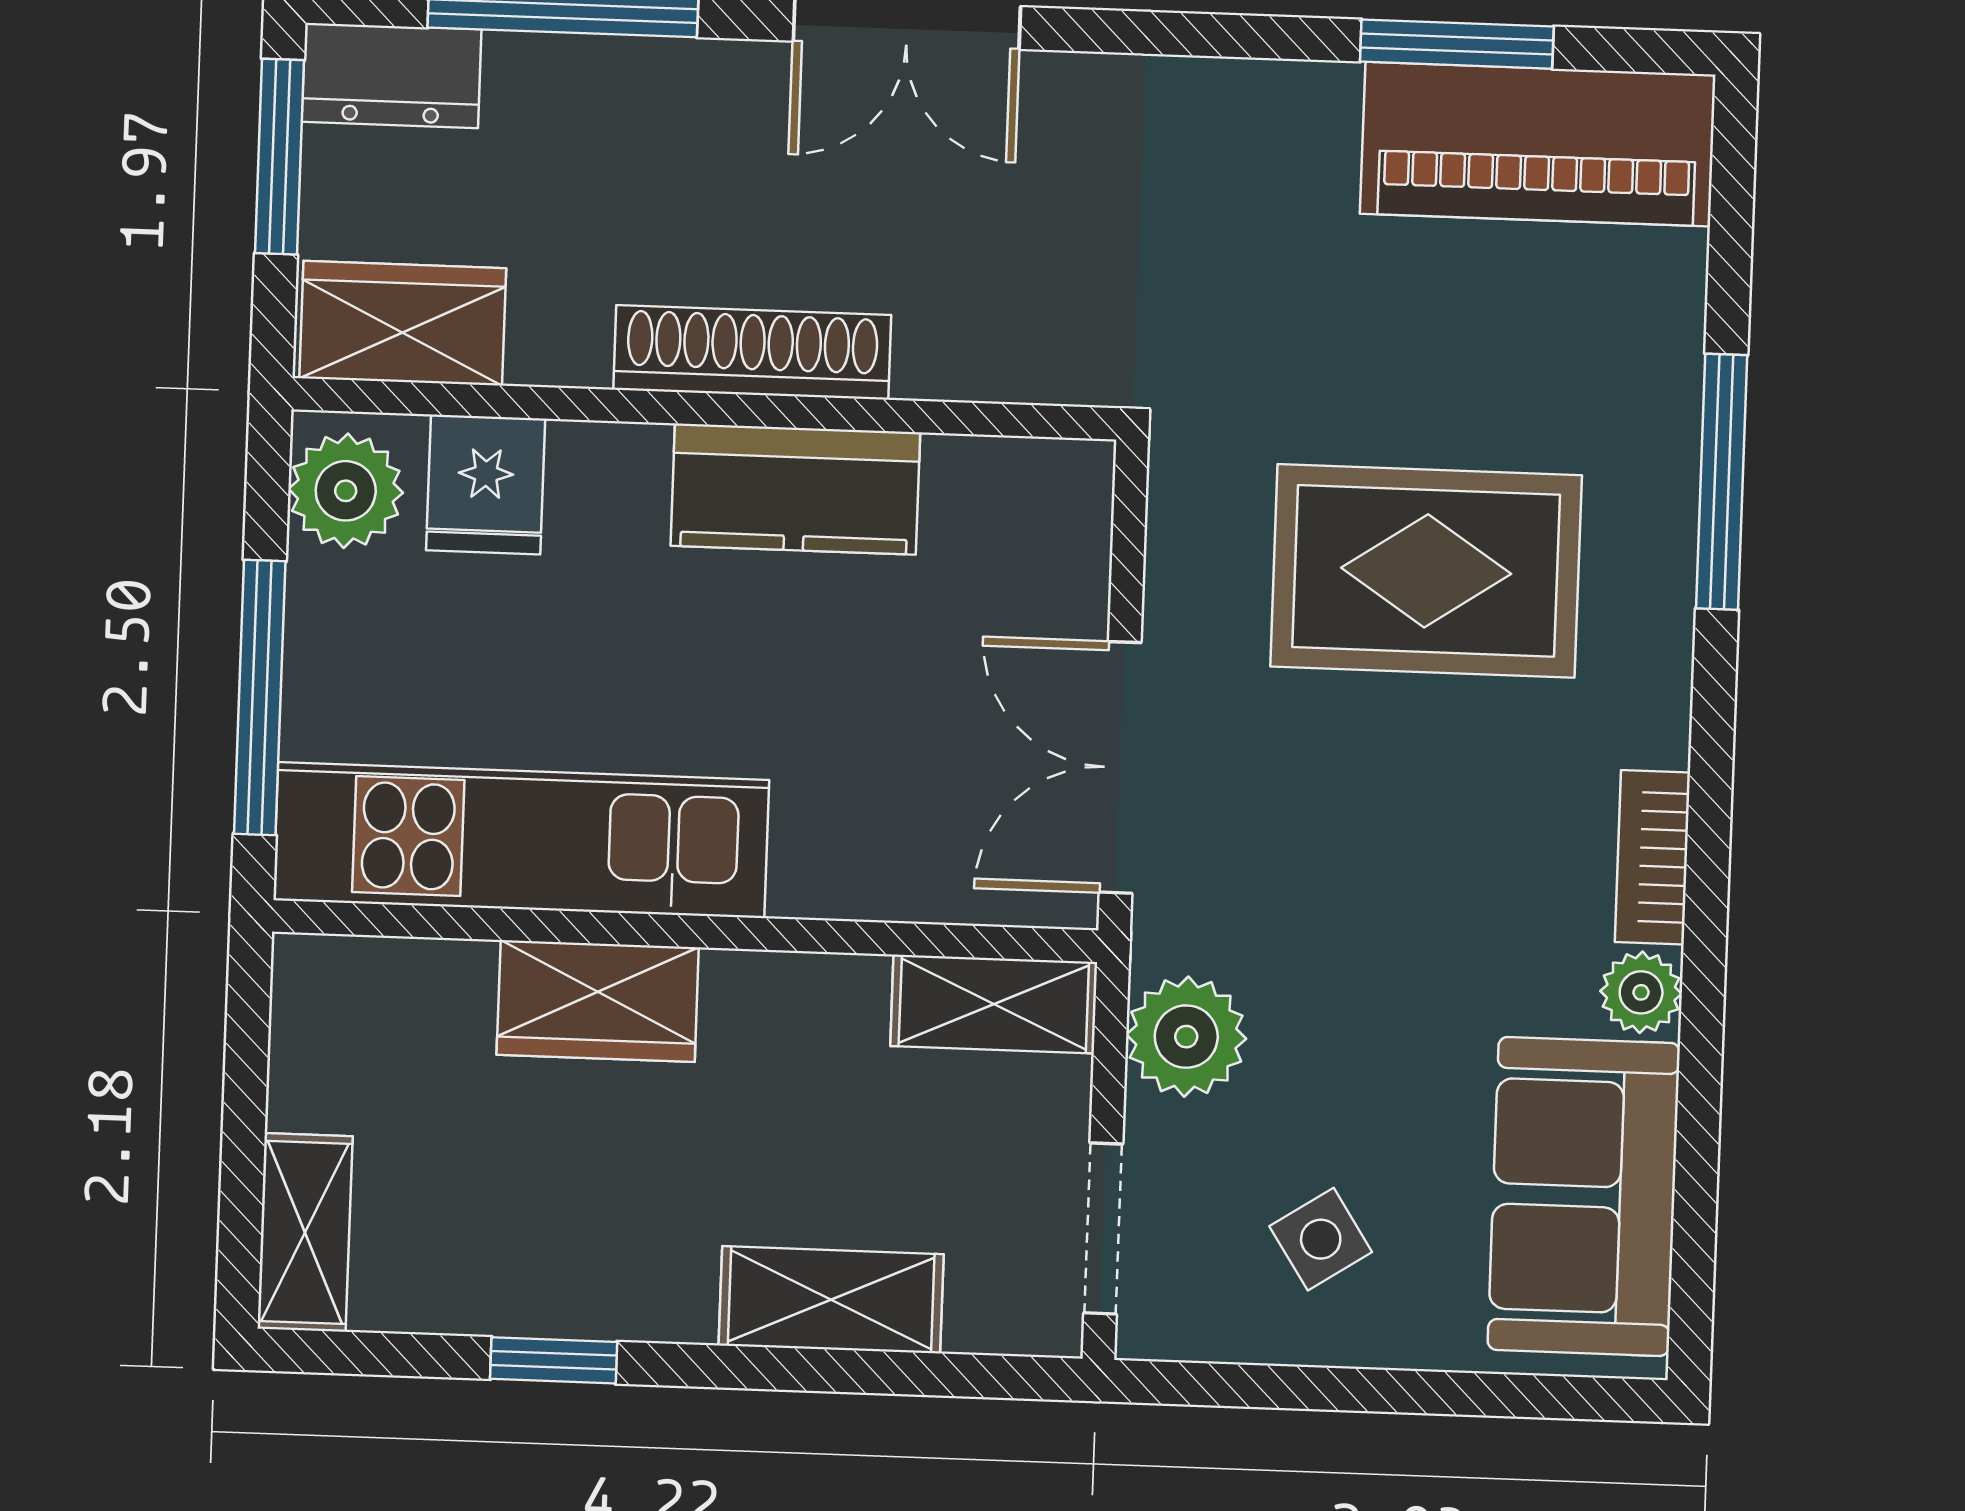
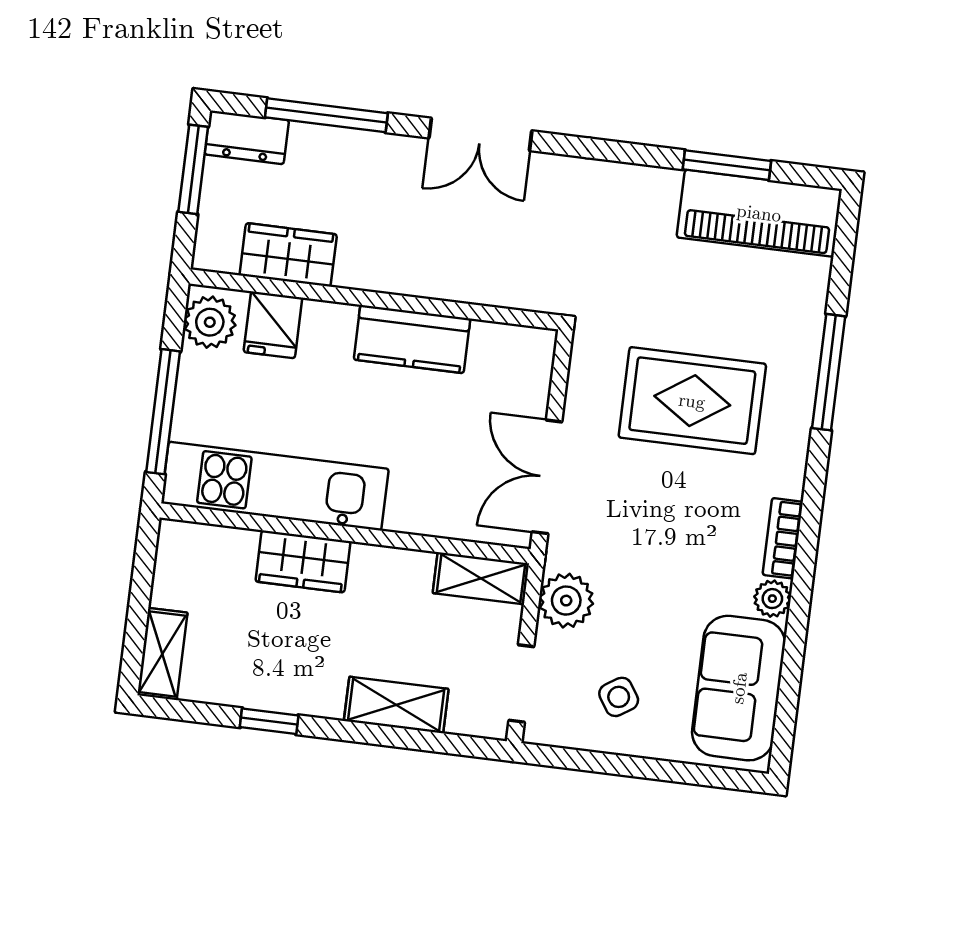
wardrobe: (403, 323) -> (288, 255), moved
shoe rack: (752, 352) -> (398, 276), removed

